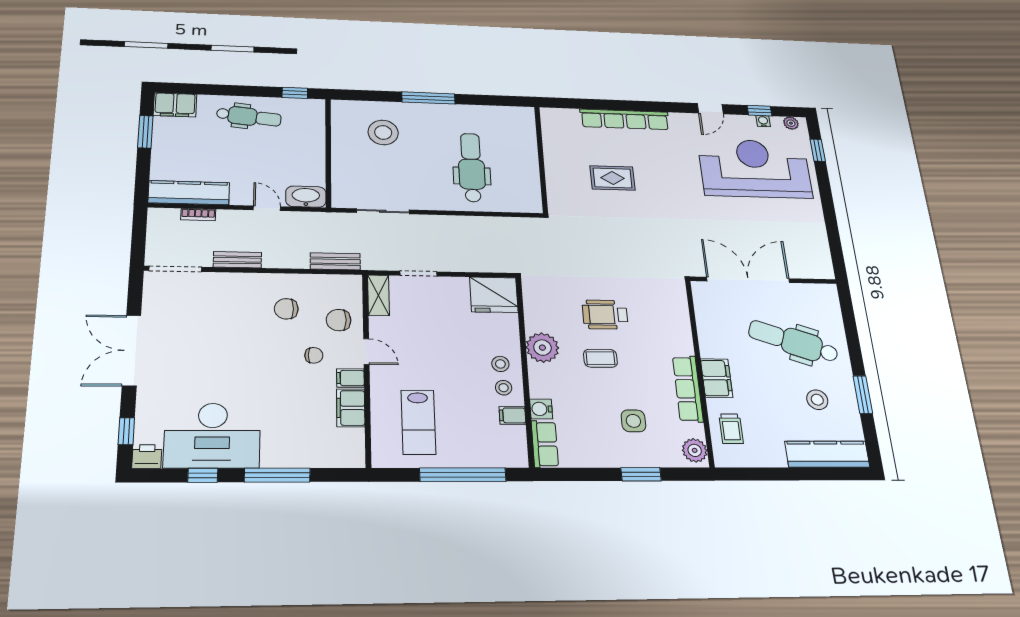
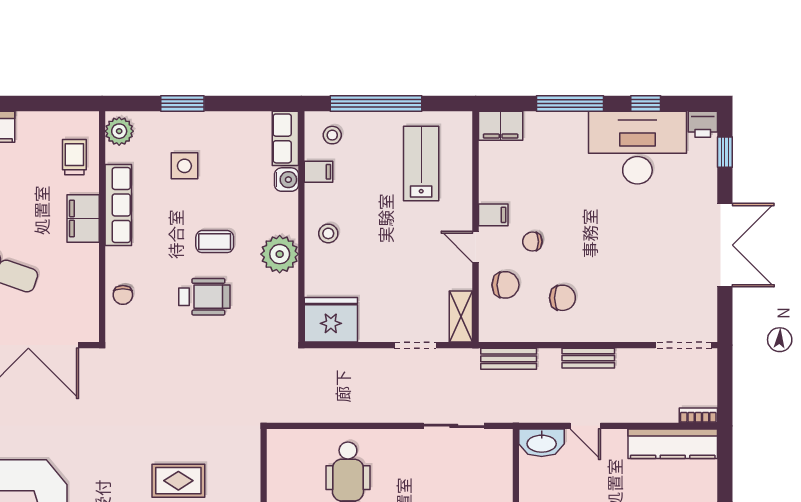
bookcase: (198, 215) -> (698, 415), moved
bench: (237, 260) -> (588, 358), moved
chair: (675, 317) -> (123, 295), added
stool: (504, 388) -> (332, 135), moved
filing cabinet: (351, 408) -> (501, 126), moved, turned 90

